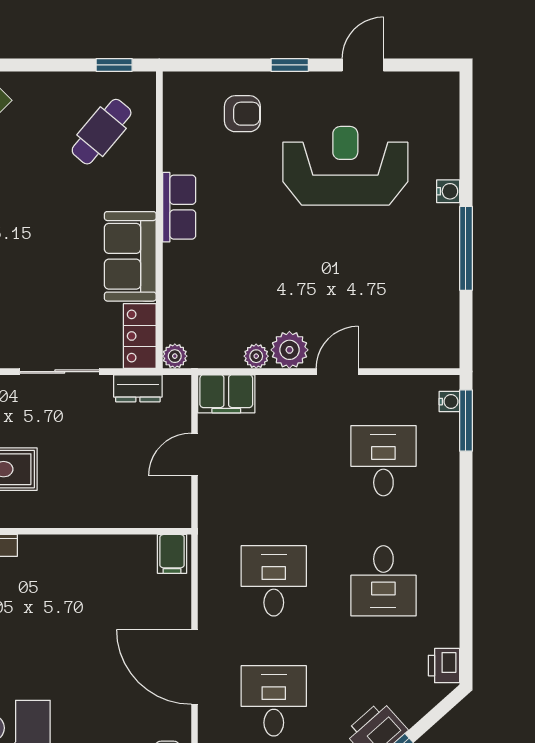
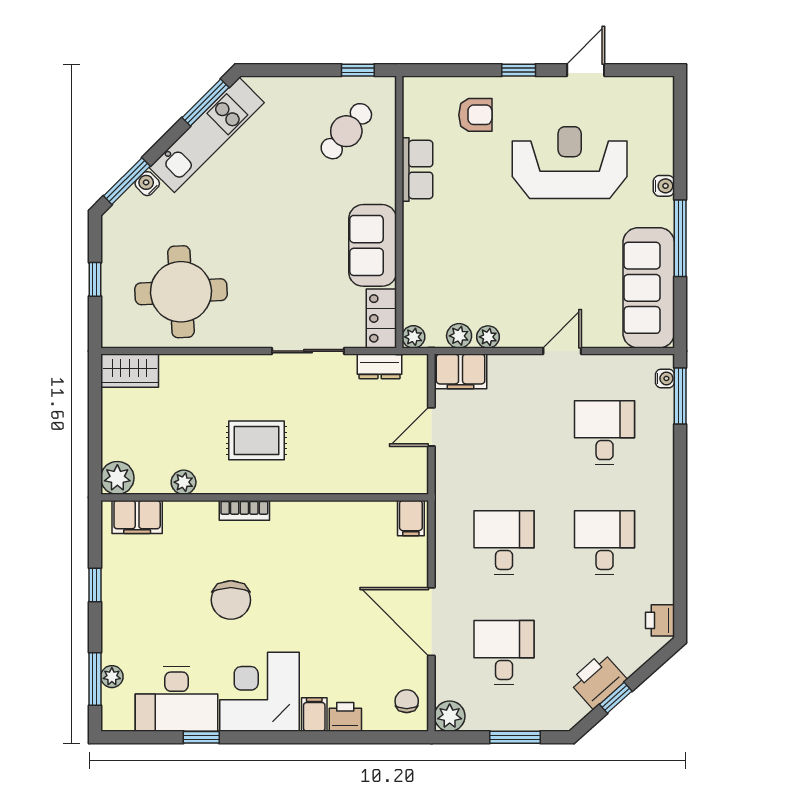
row of seats: (179, 207) -> (417, 170), moved
sofa: (432, 303) -> (649, 288), added
plant: (289, 350) -> (459, 336), moved, width x0.73, depth x0.73
desk: (383, 581) -> (605, 543), turned 180

